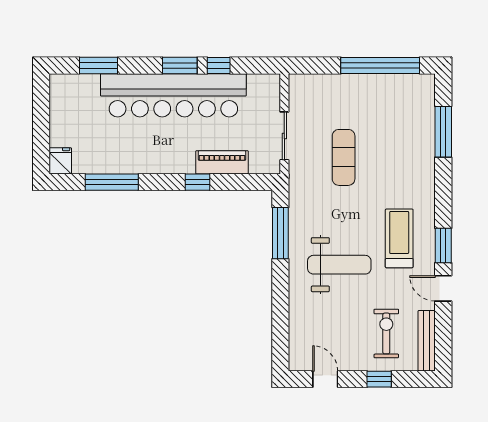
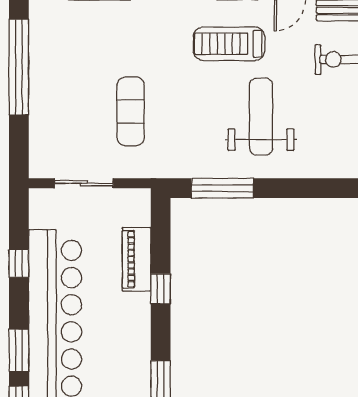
window: (180, 65) -> (19, 350), moved
sliding door: (284, 136) -> (84, 183), moved
exercise mat: (344, 157) -> (131, 111), turned 90

